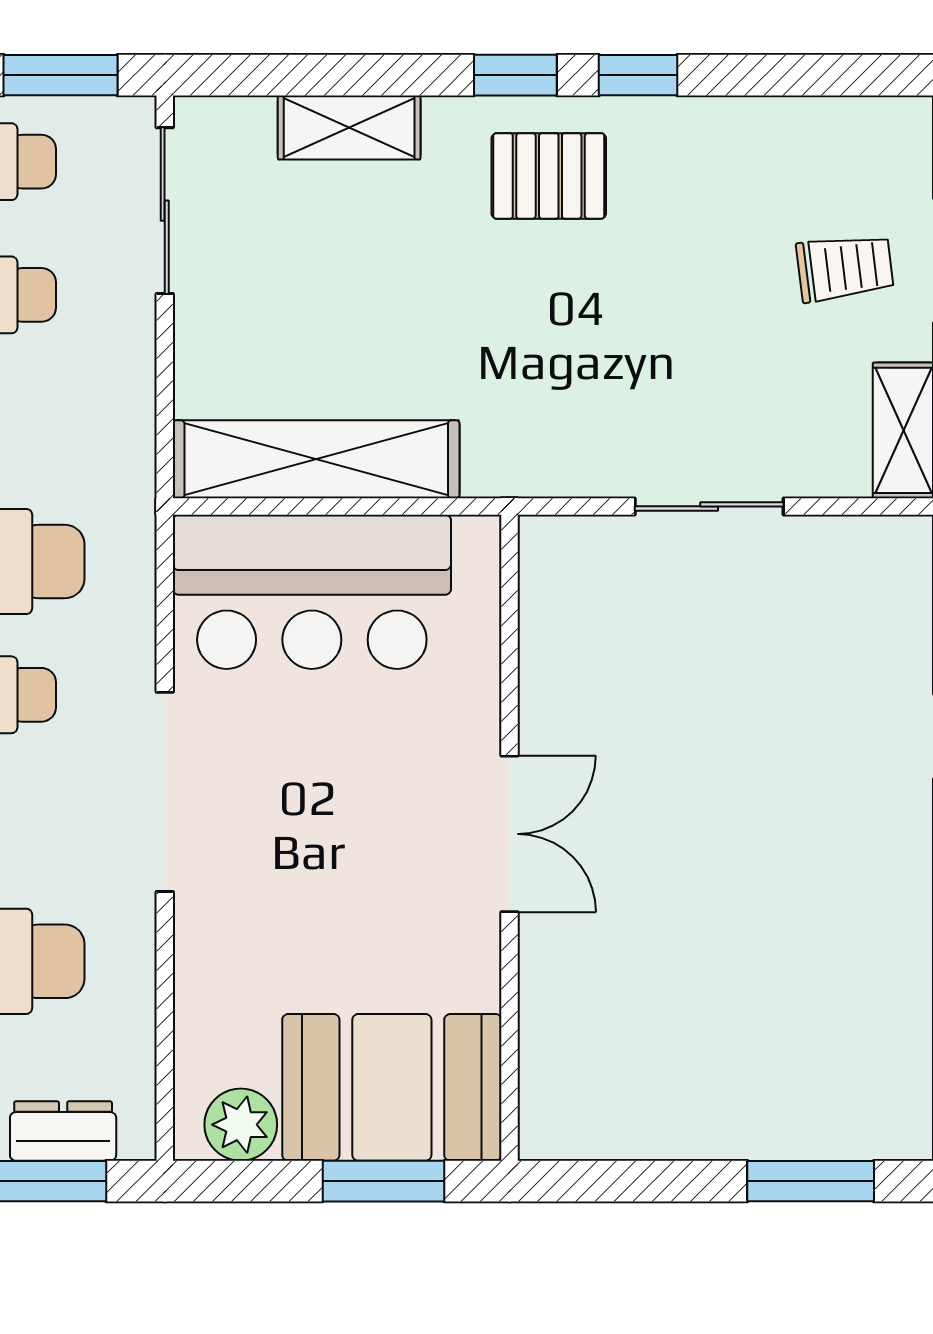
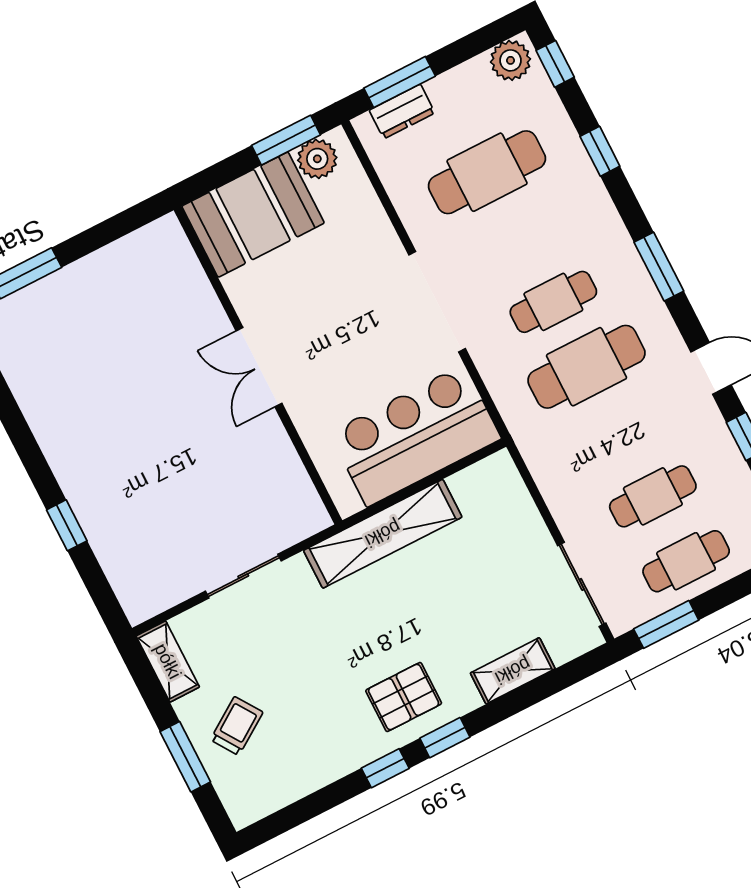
trolley: (845, 268) -> (237, 726), turned 153
shelving: (316, 459) -> (383, 534), moved
window: (383, 1181) -> (286, 140), moved

